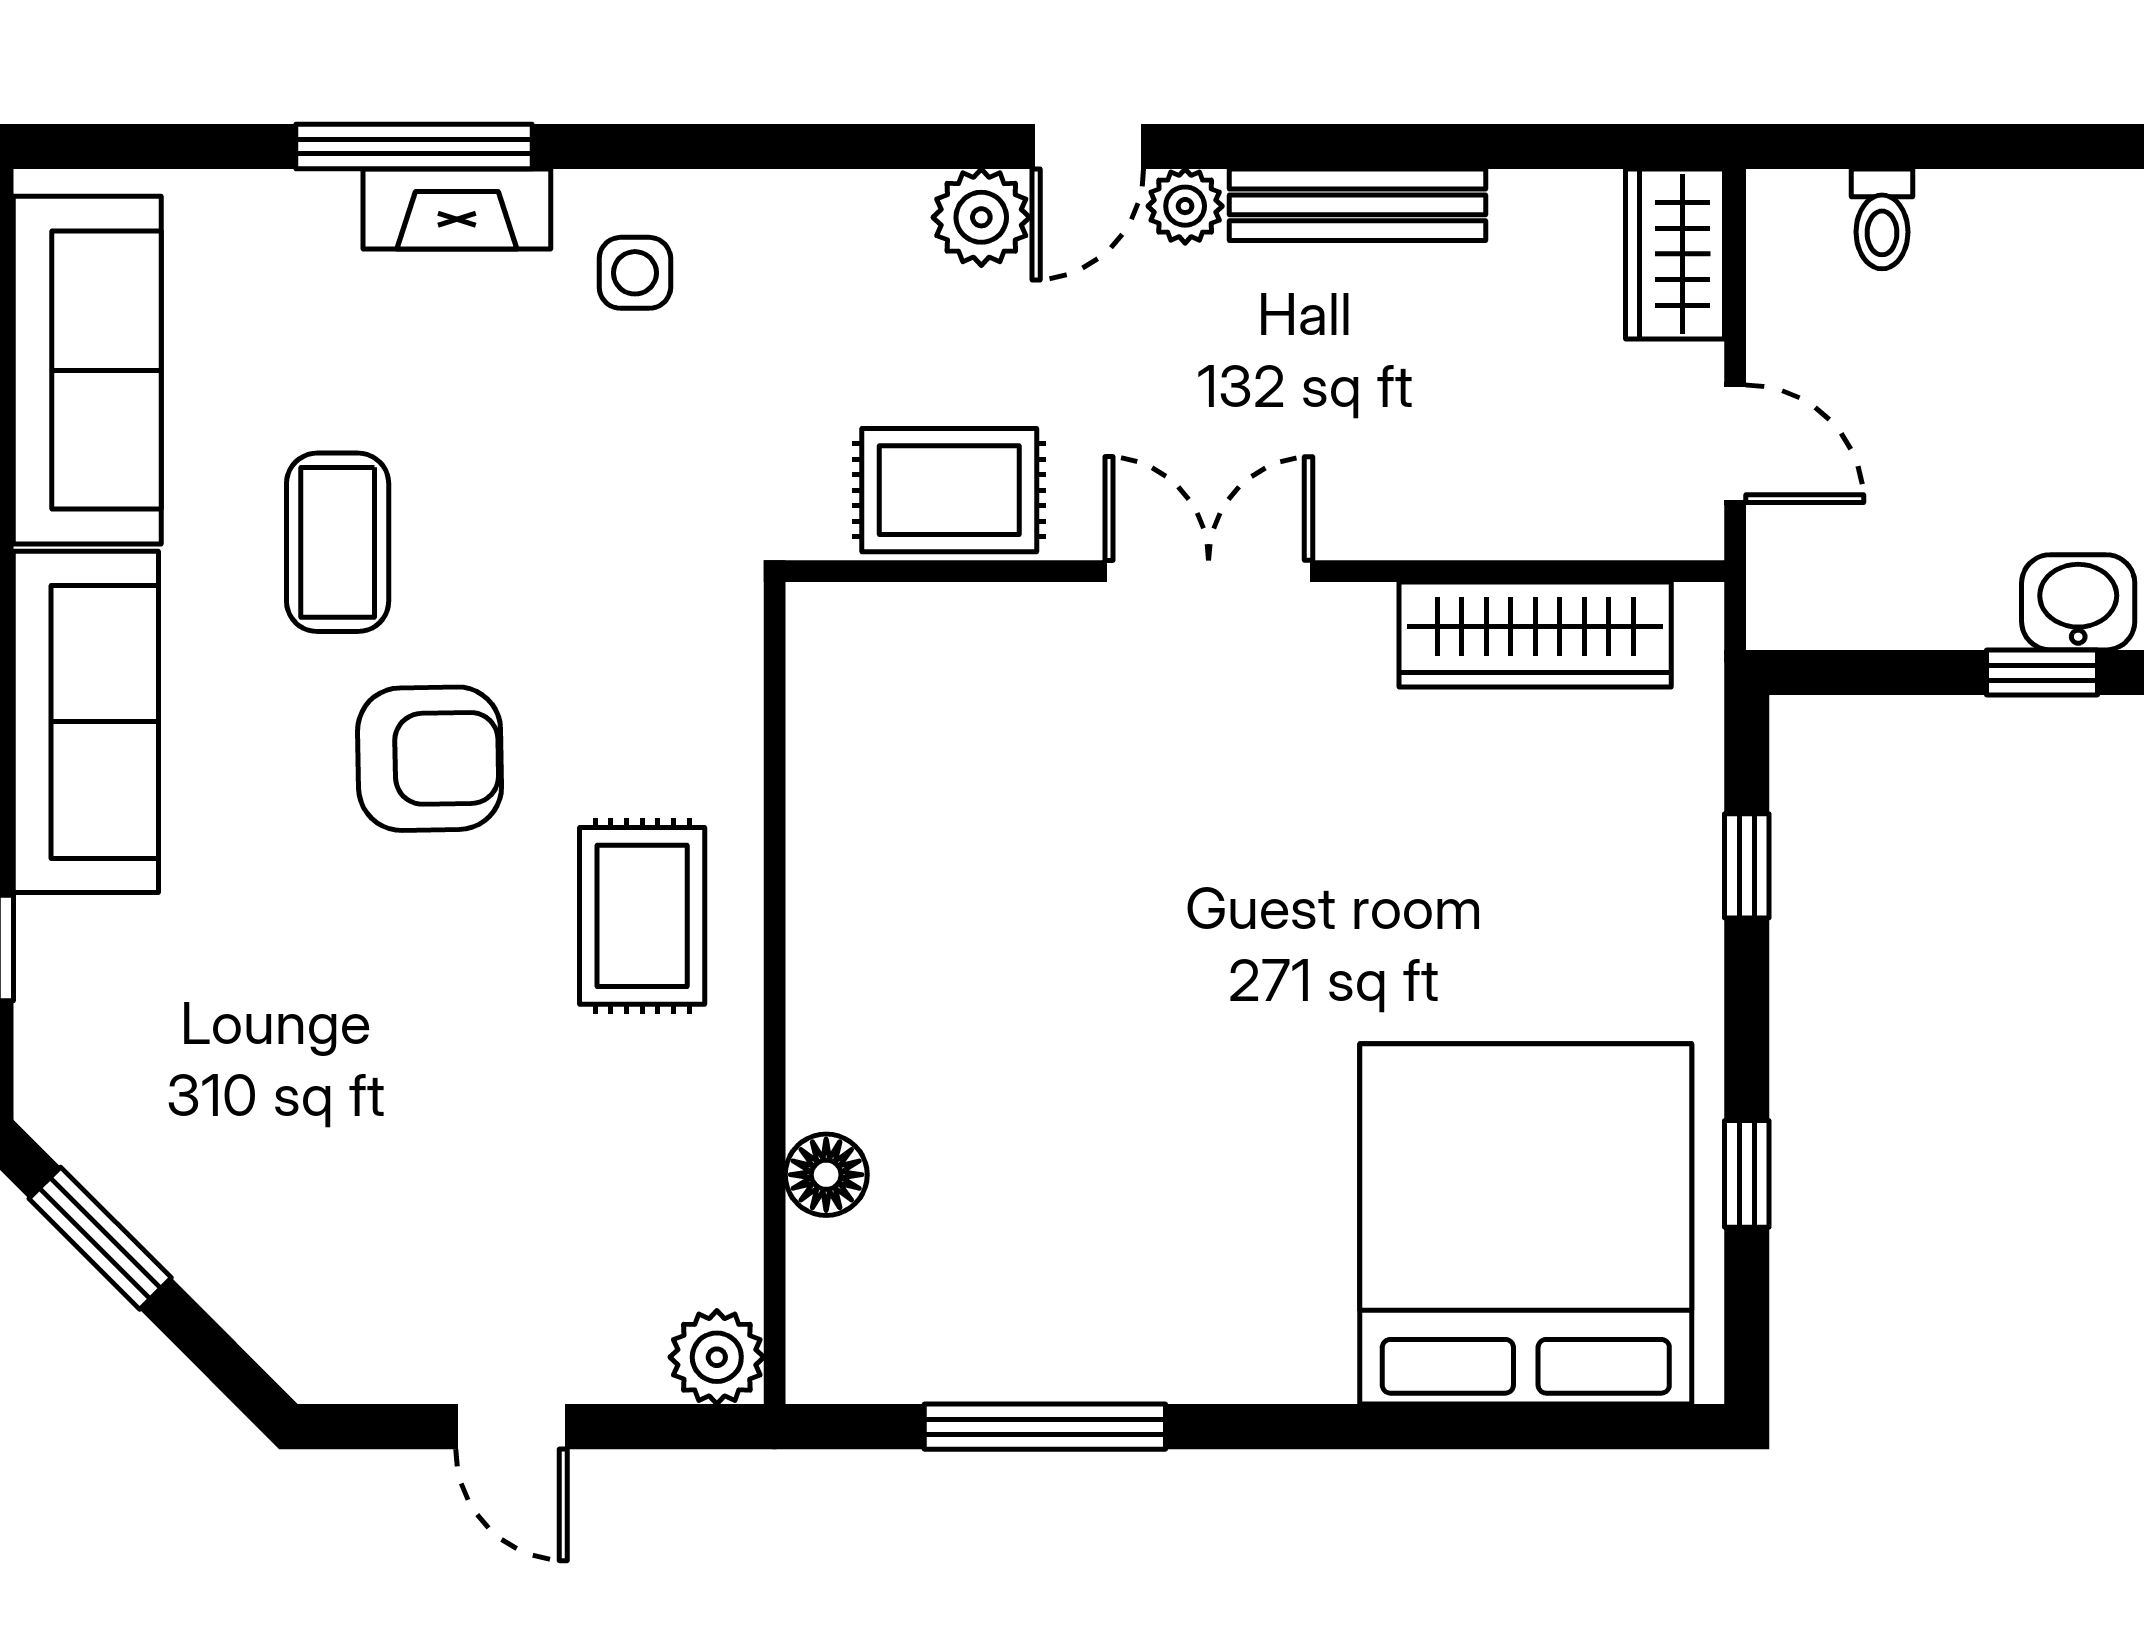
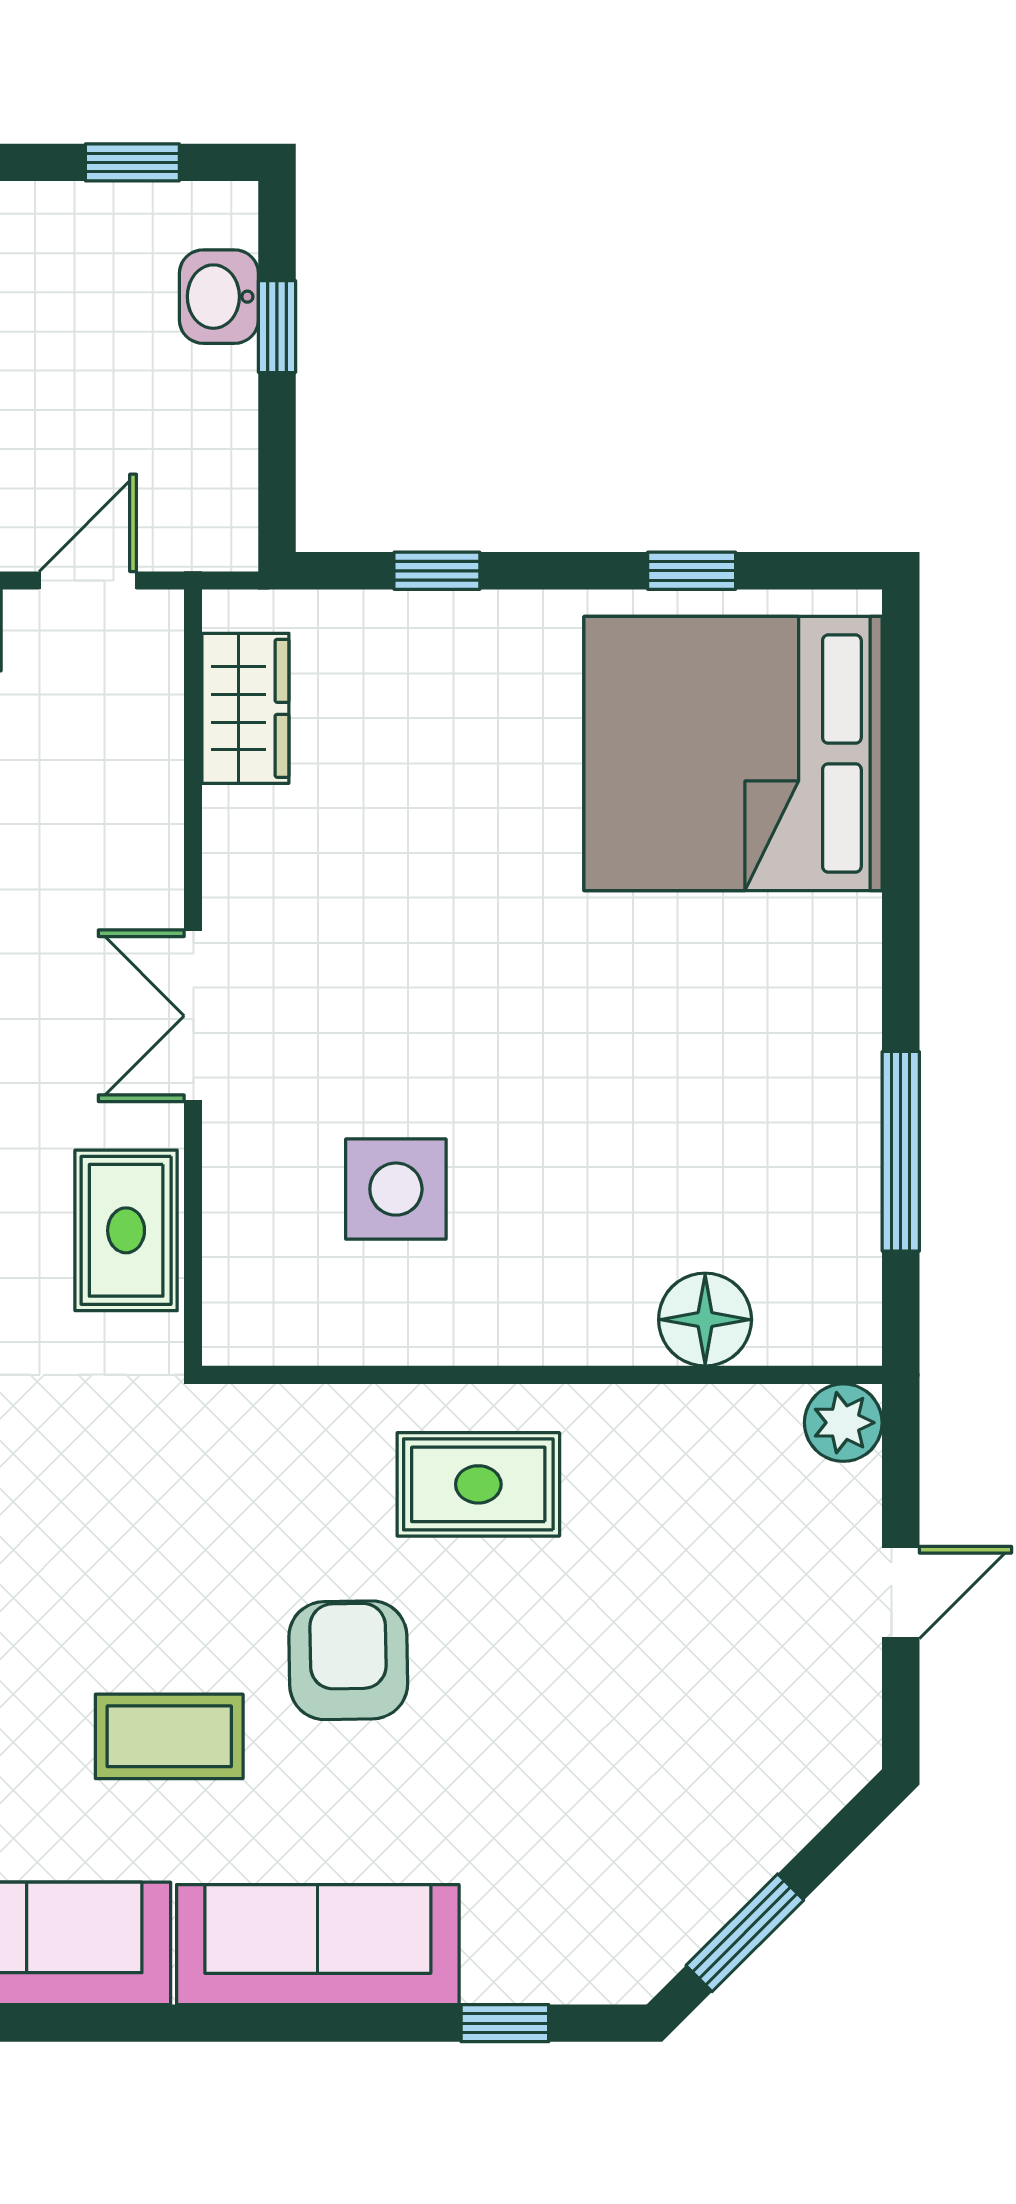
wardrobe: (1535, 634) -> (245, 708), width x0.67
side table: (999, 816) -> (396, 1189), added
floor lamp: (826, 1175) -> (705, 1320), width x1.38, depth x1.38

